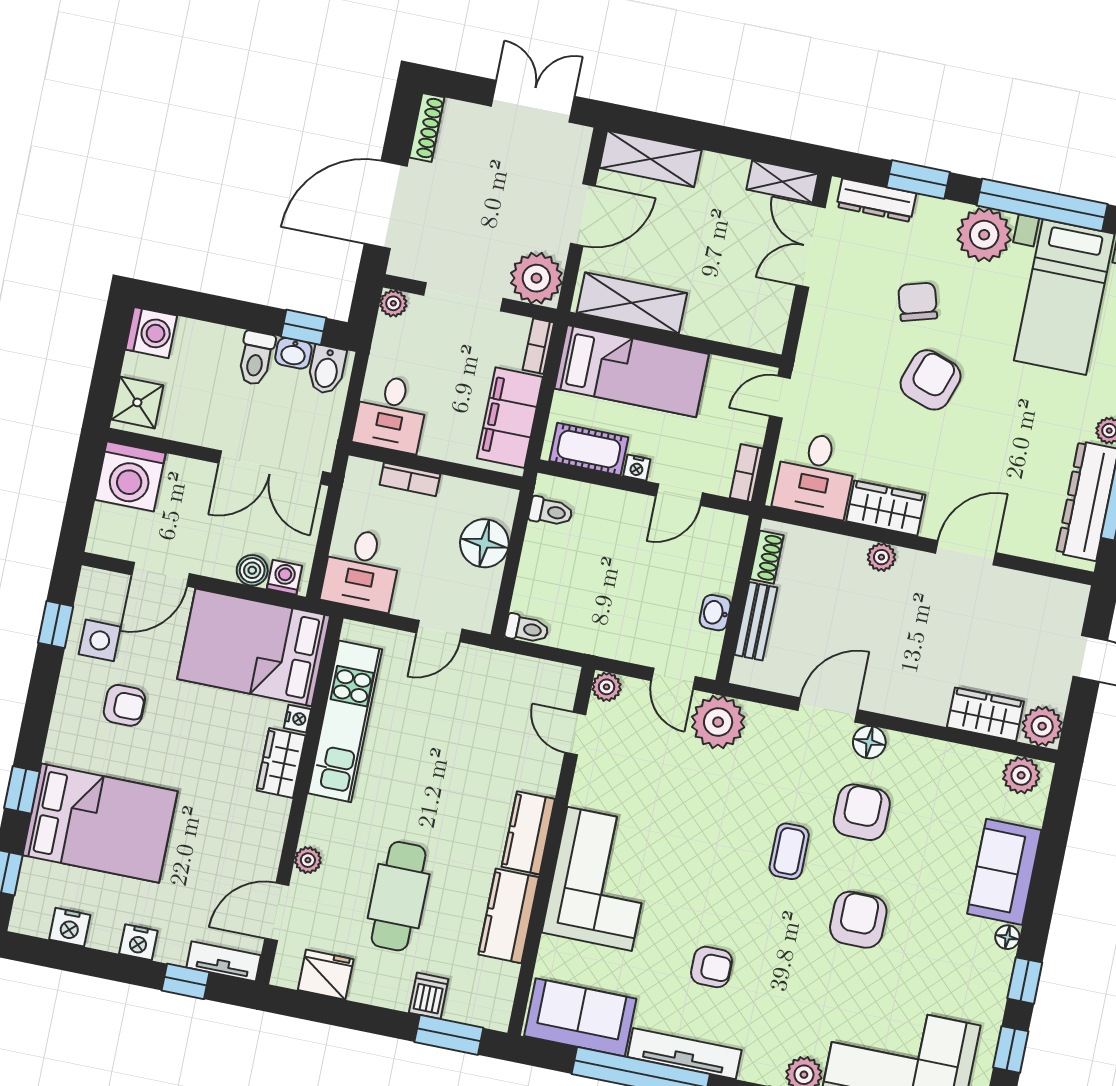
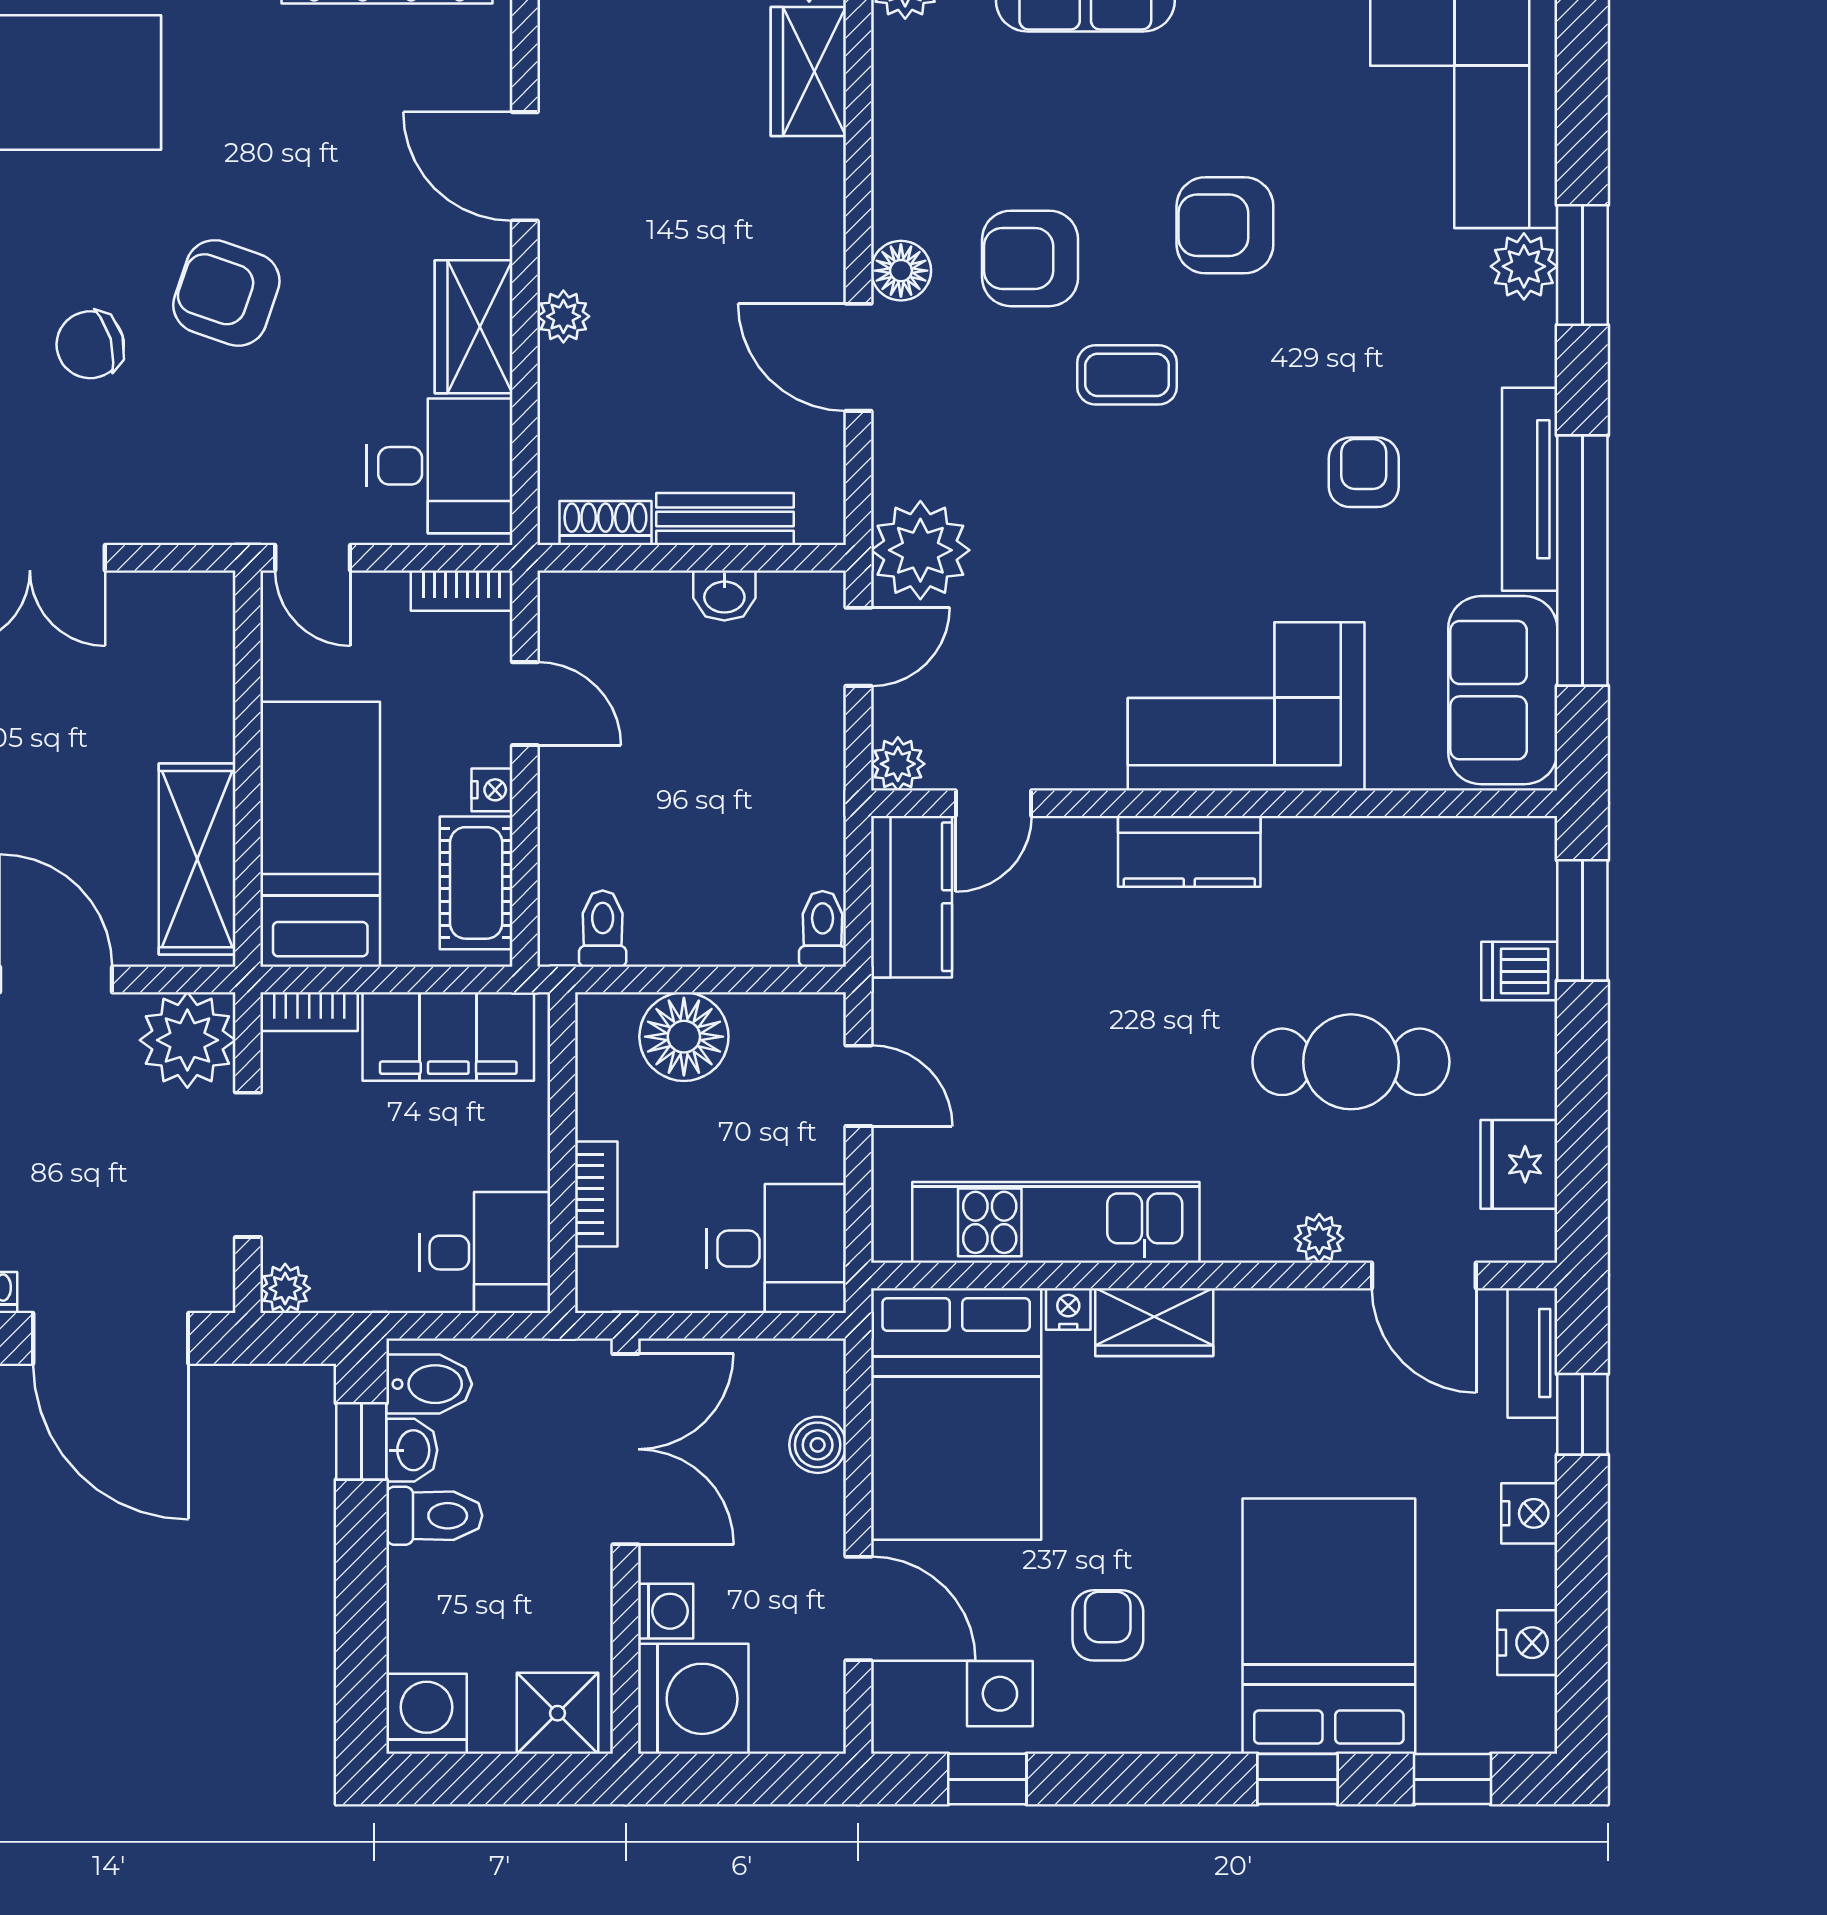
washing machine: (284, 577) -> (666, 1611), moved, turned 180
kitchen counter: (509, 916) -> (911, 897), moved, turned -90

